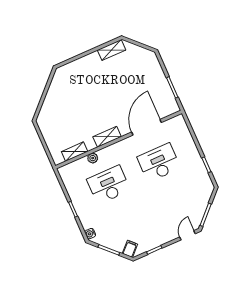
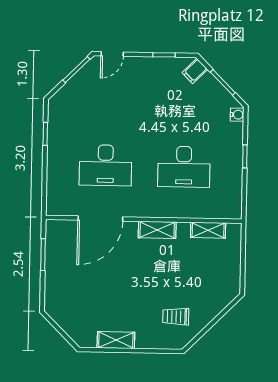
shelving: (112, 50) -> (116, 340), moved
trolley: (70, 87) -> (176, 317), added
plant: (93, 158) -> (188, 211), removed

